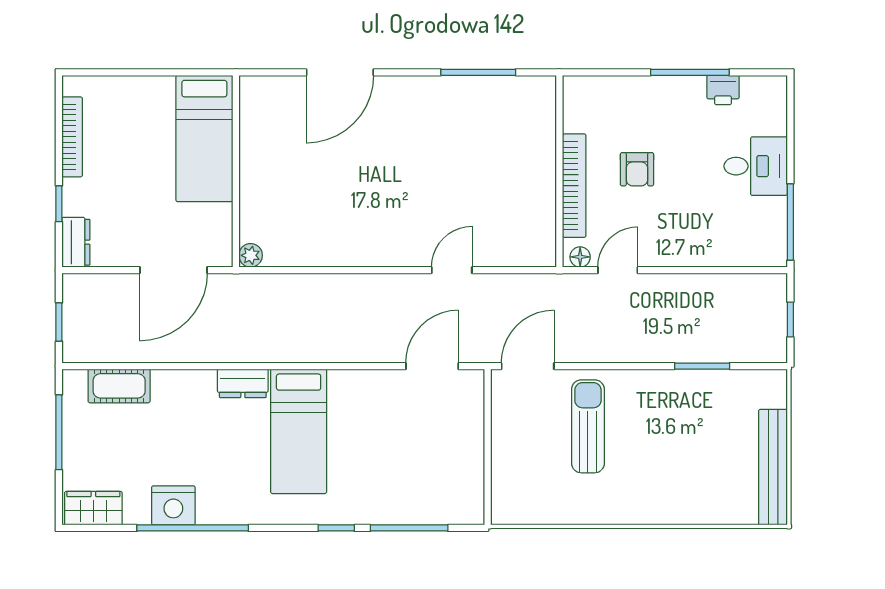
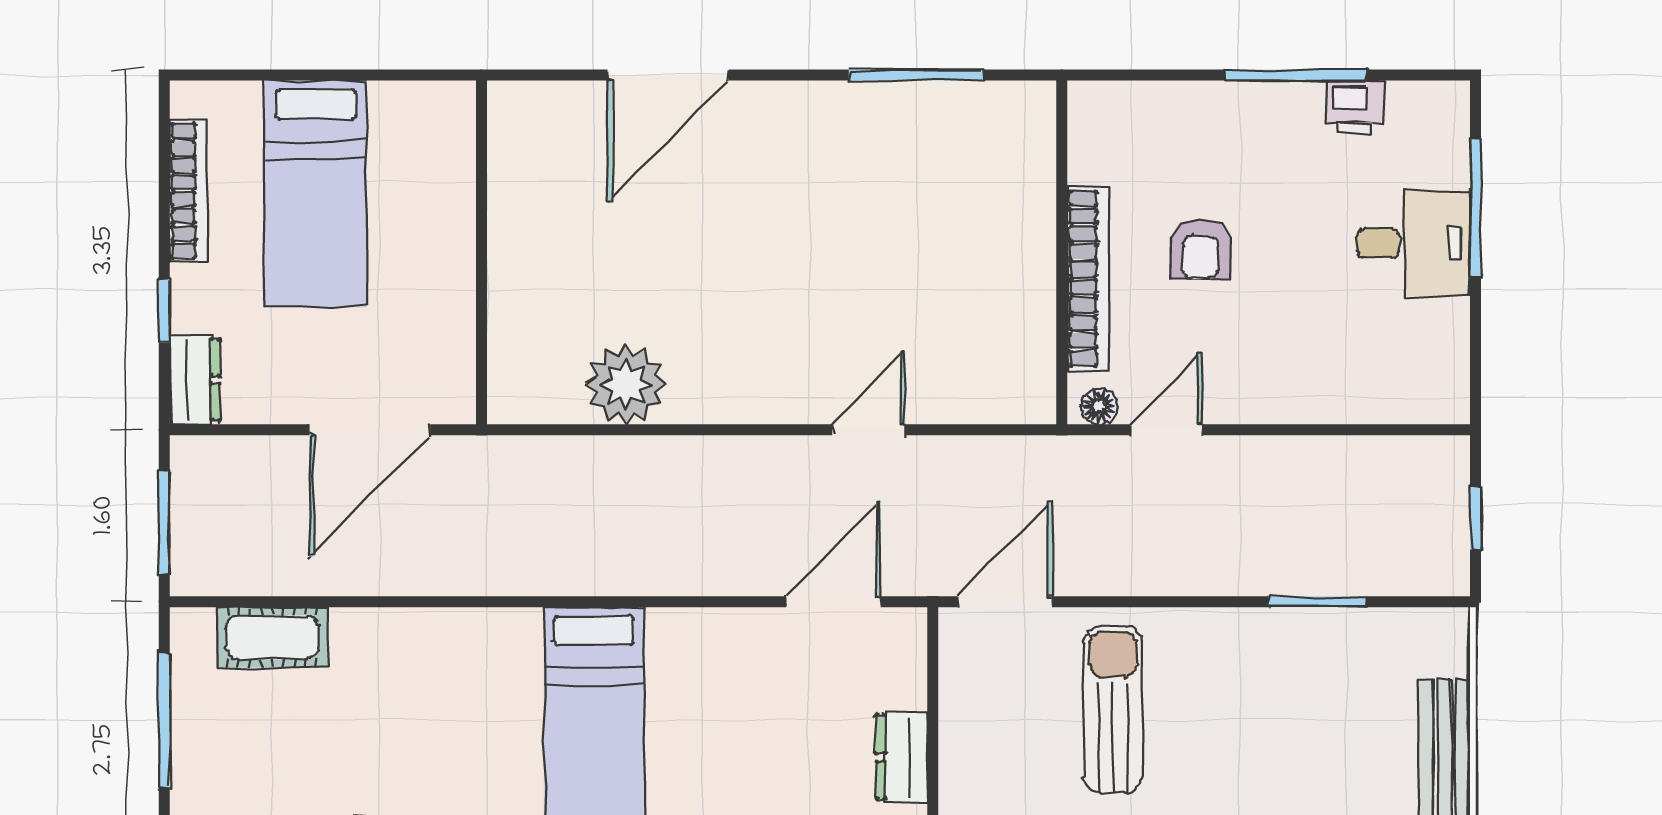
bed: (204, 138) -> (316, 194), moved
window: (790, 222) -> (1476, 207), moved
plant: (251, 255) -> (626, 385), moved, width x1.88, depth x1.88
window: (59, 322) -> (164, 523), width x1.50
dresser: (243, 383) -> (902, 757), moved, turned 90

